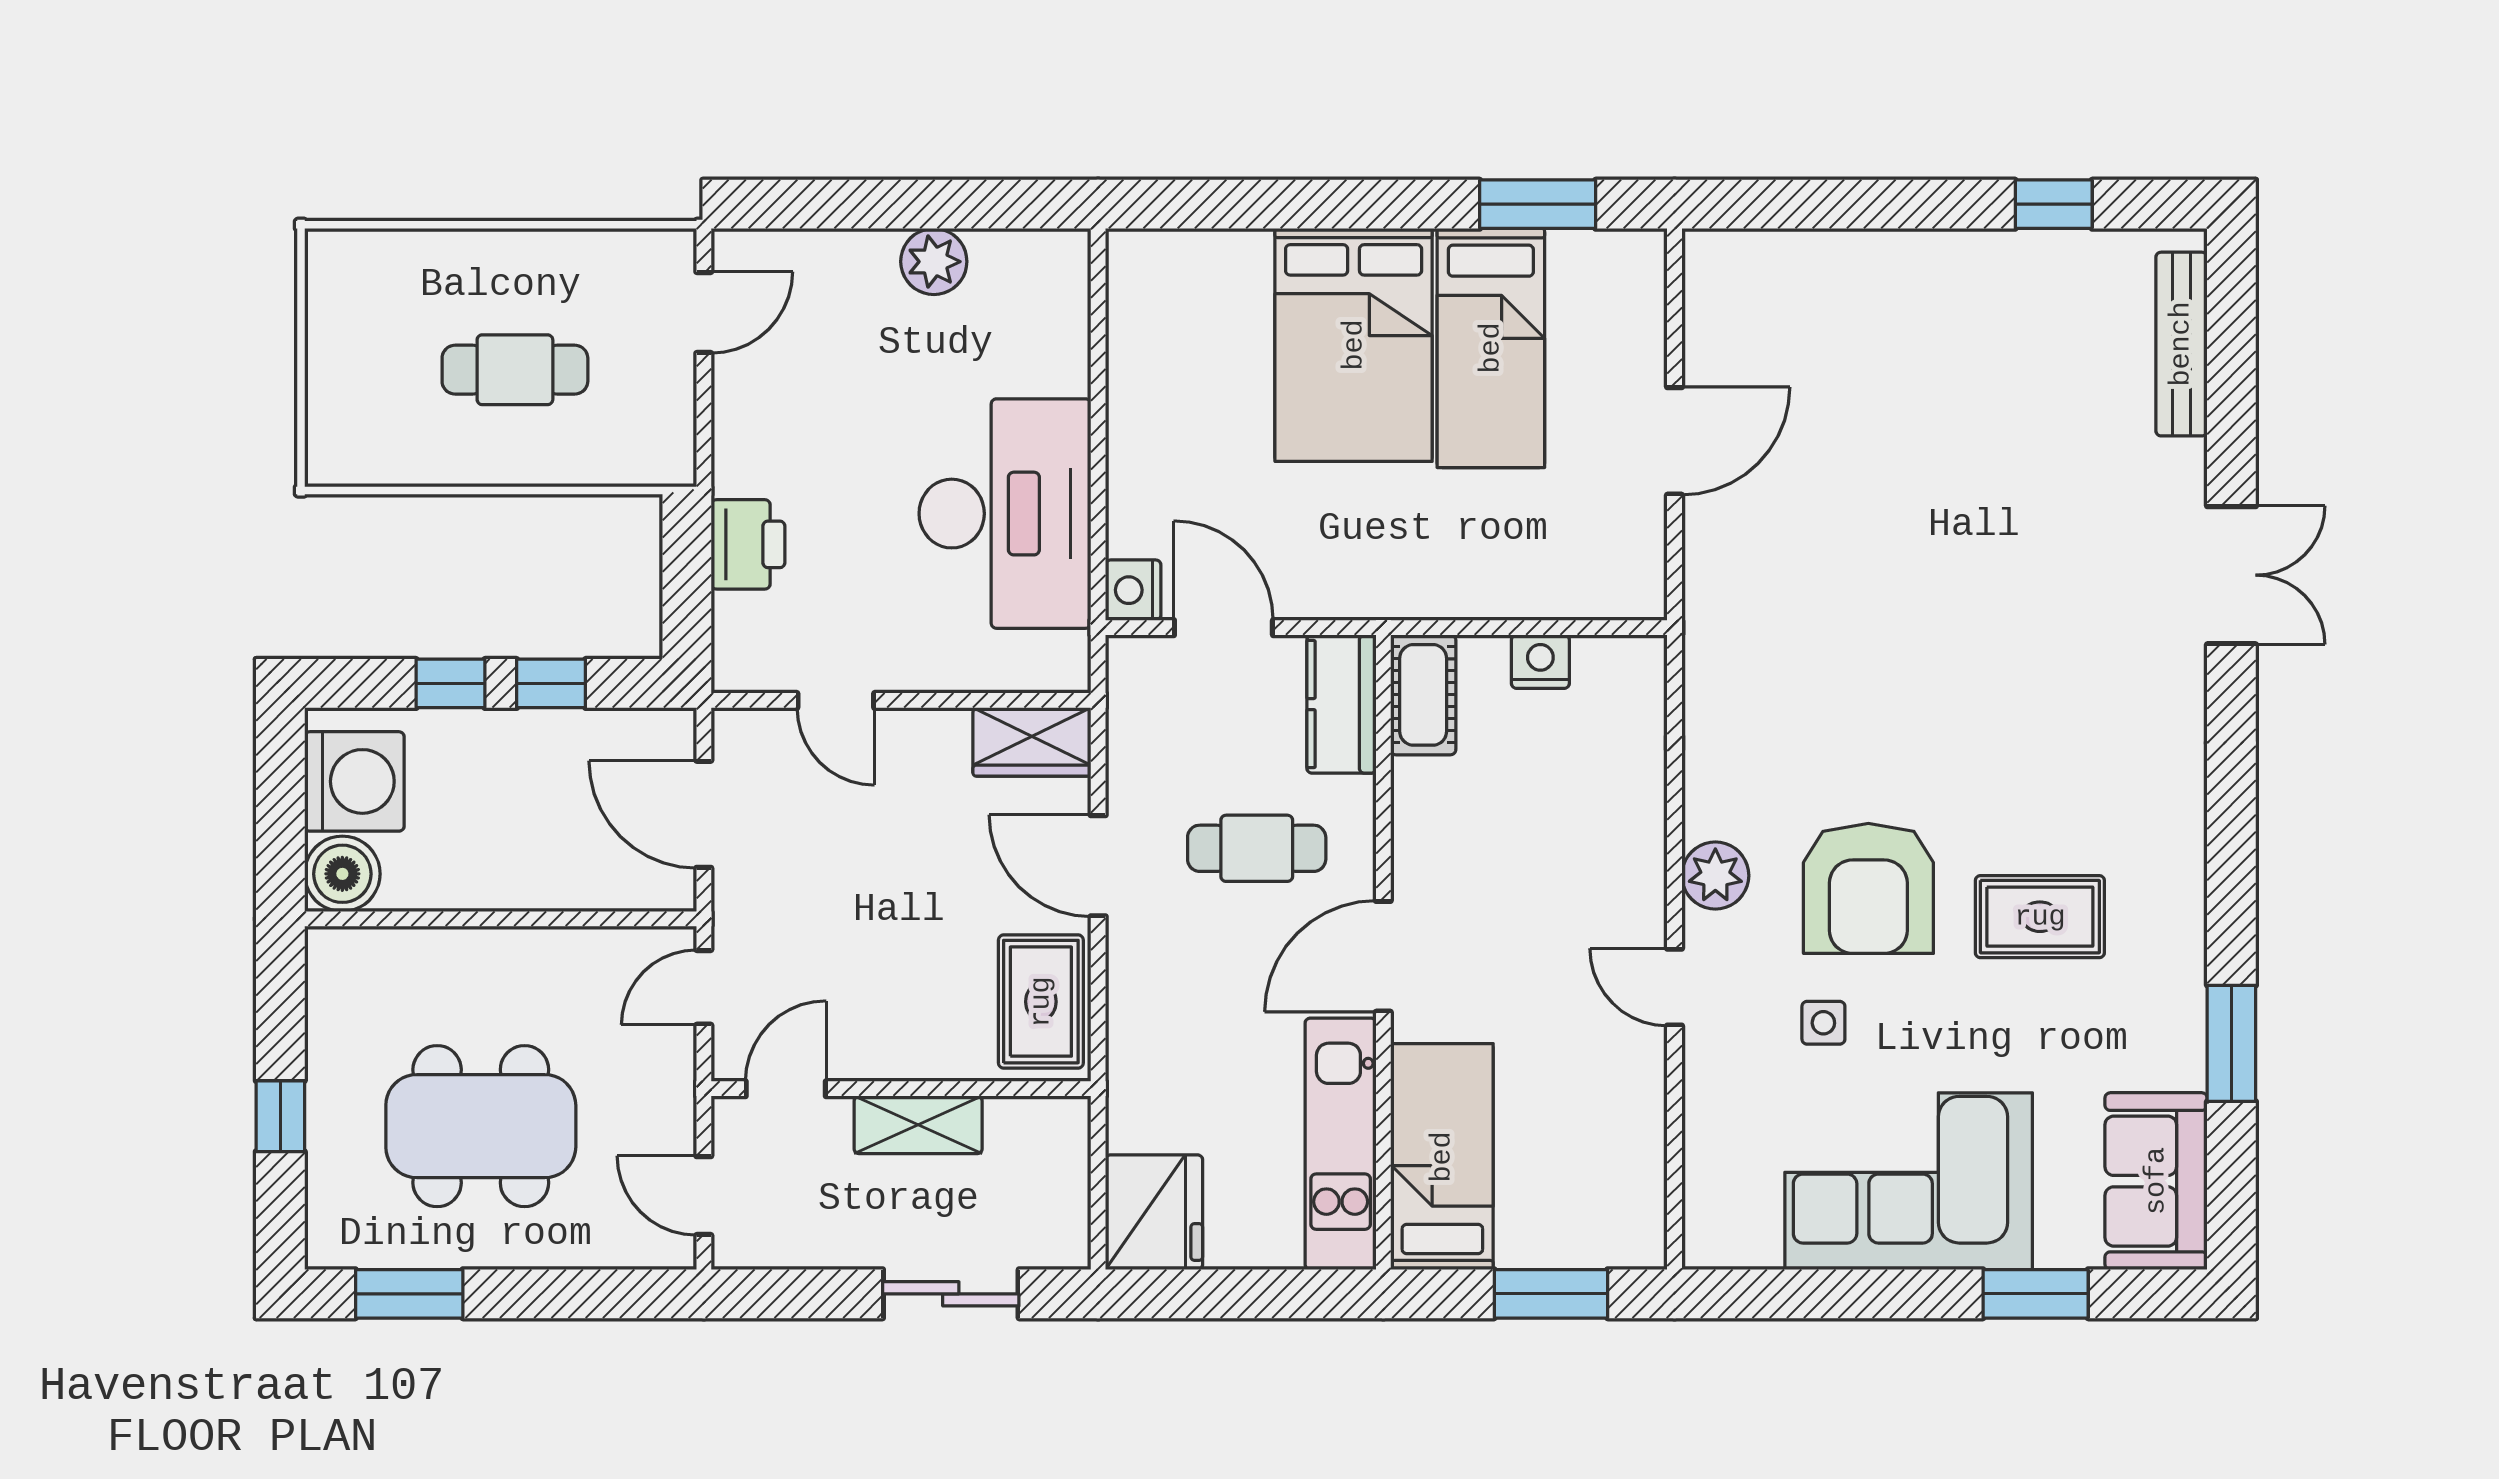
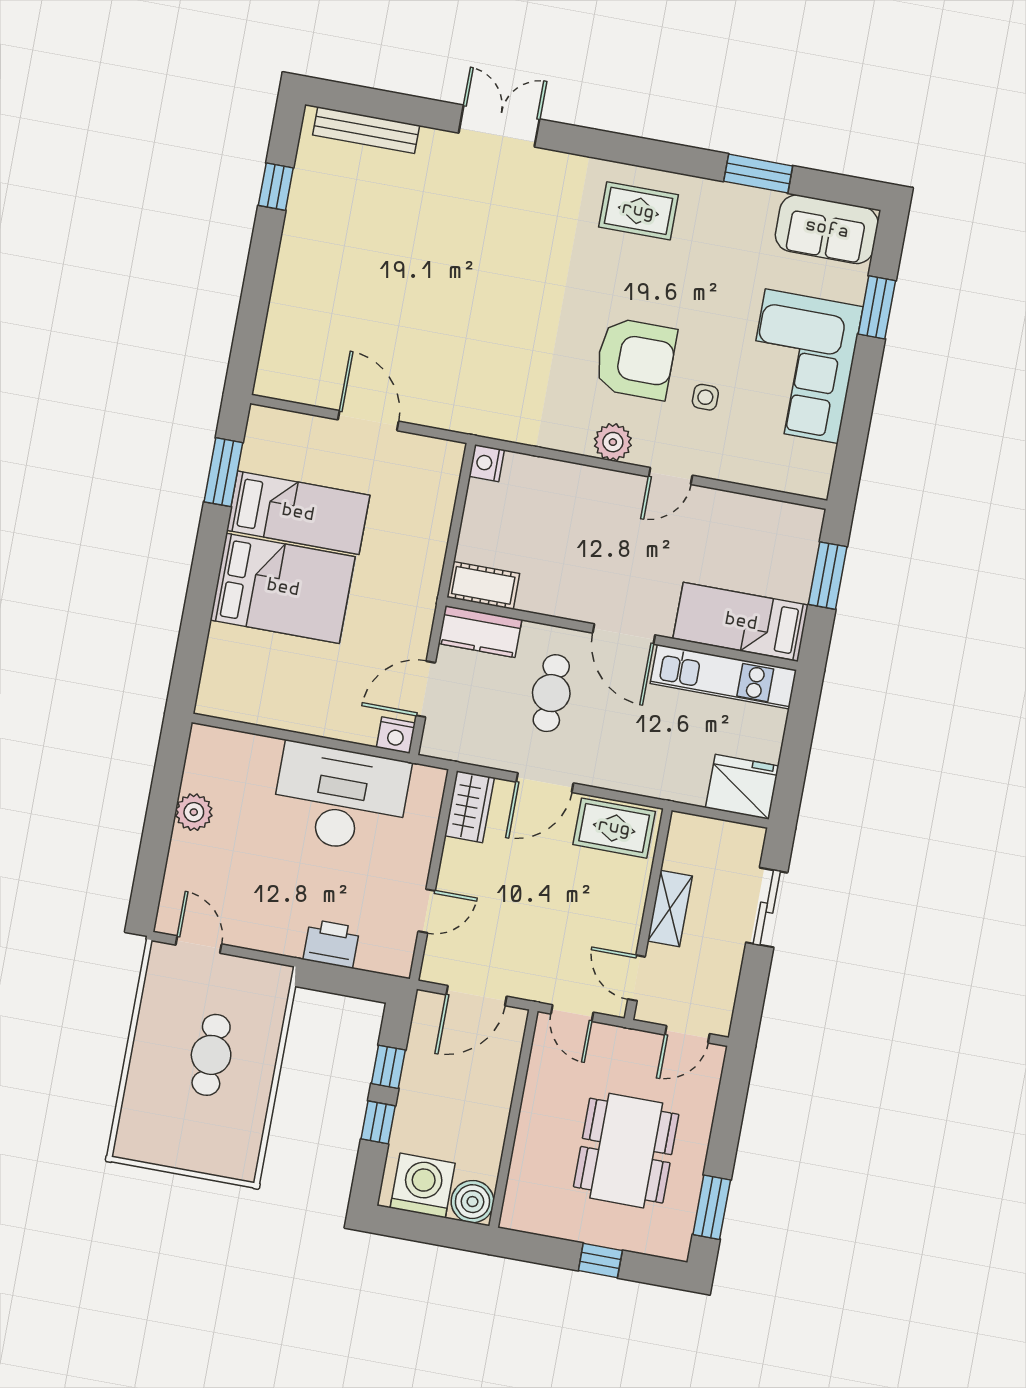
nightstand: (1540, 662) -> (487, 463), moved
rug: (2040, 917) -> (638, 211), moved, turned 90

